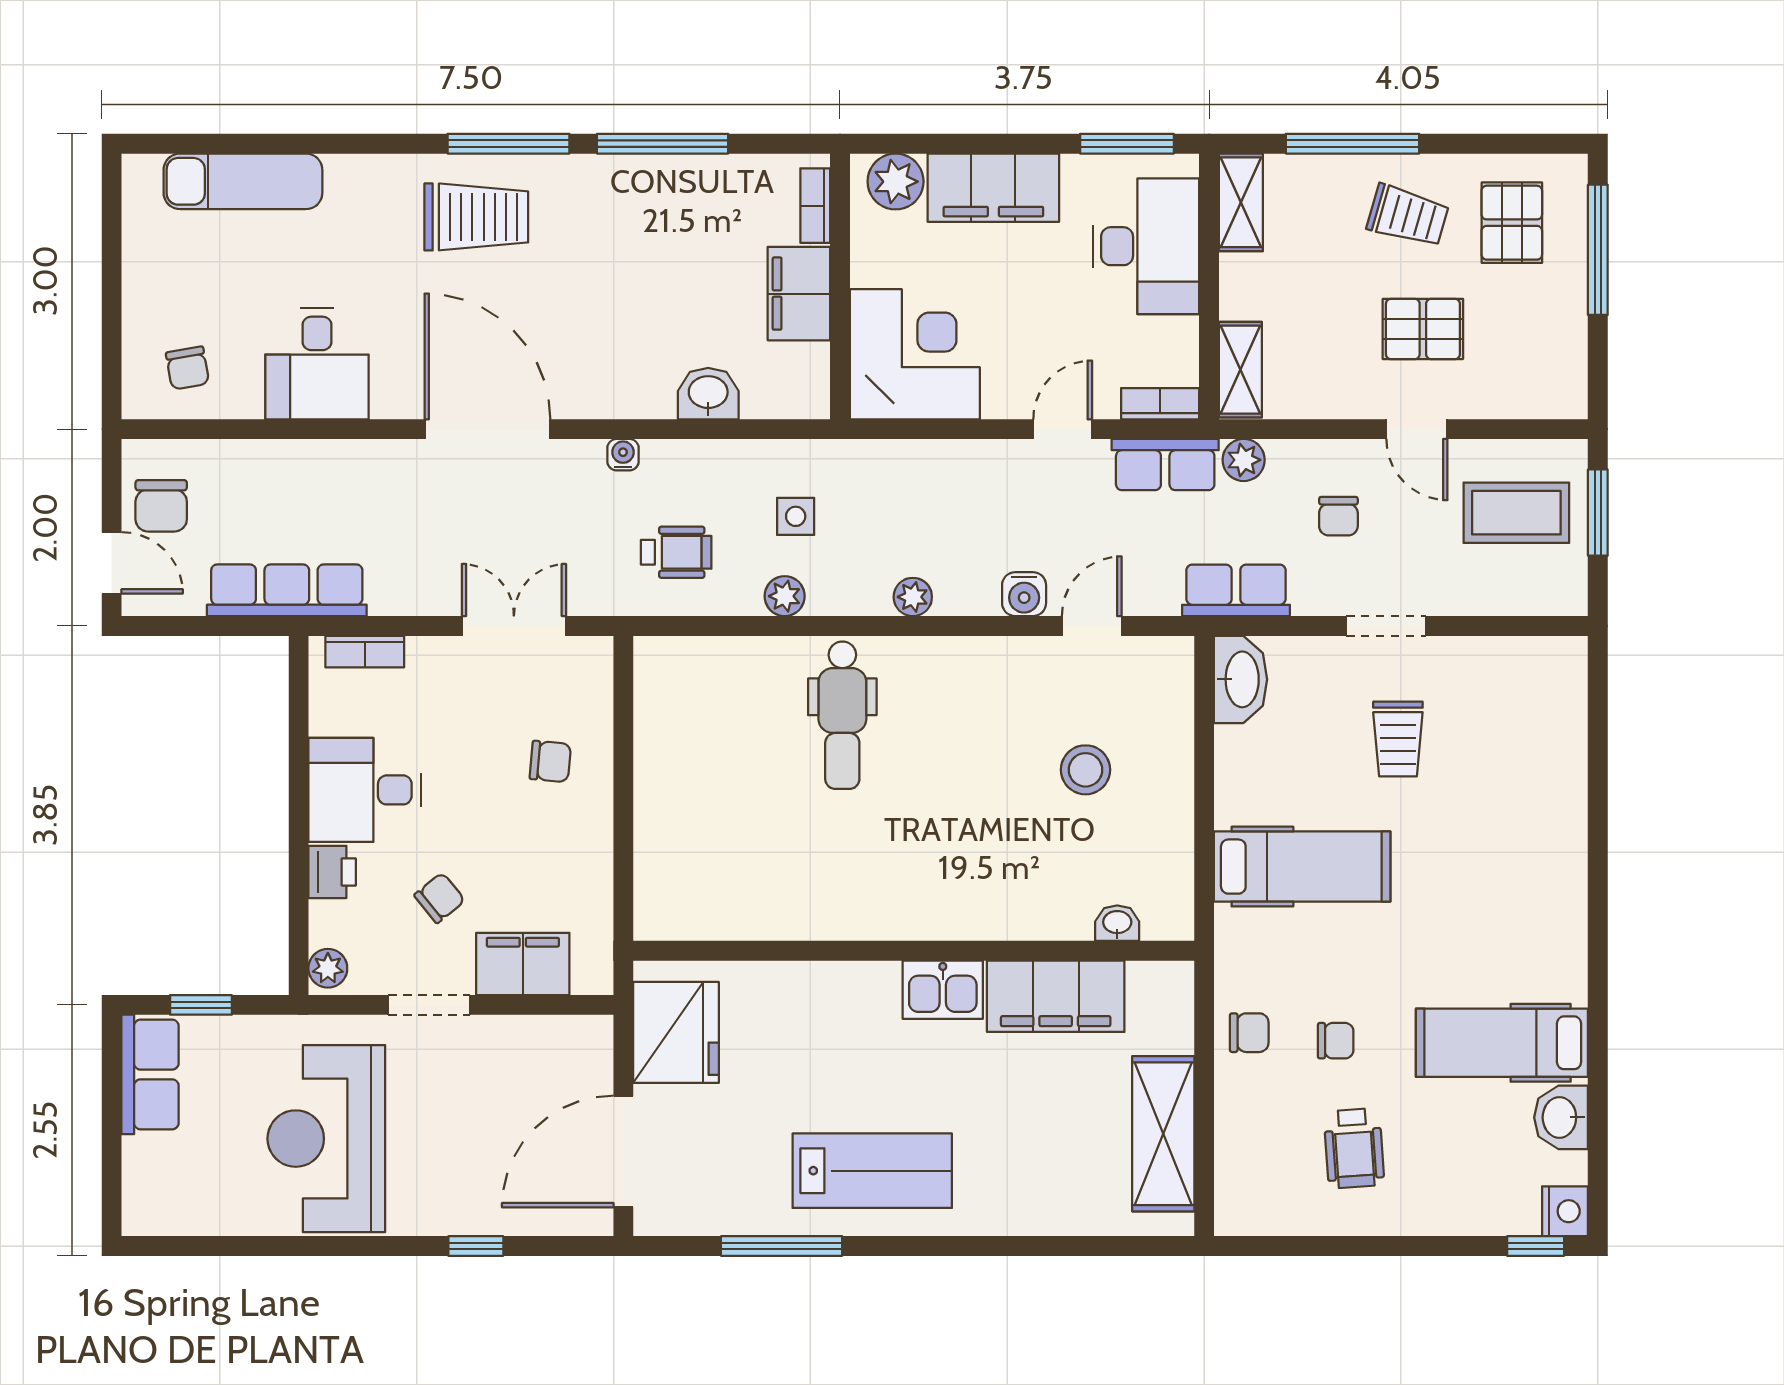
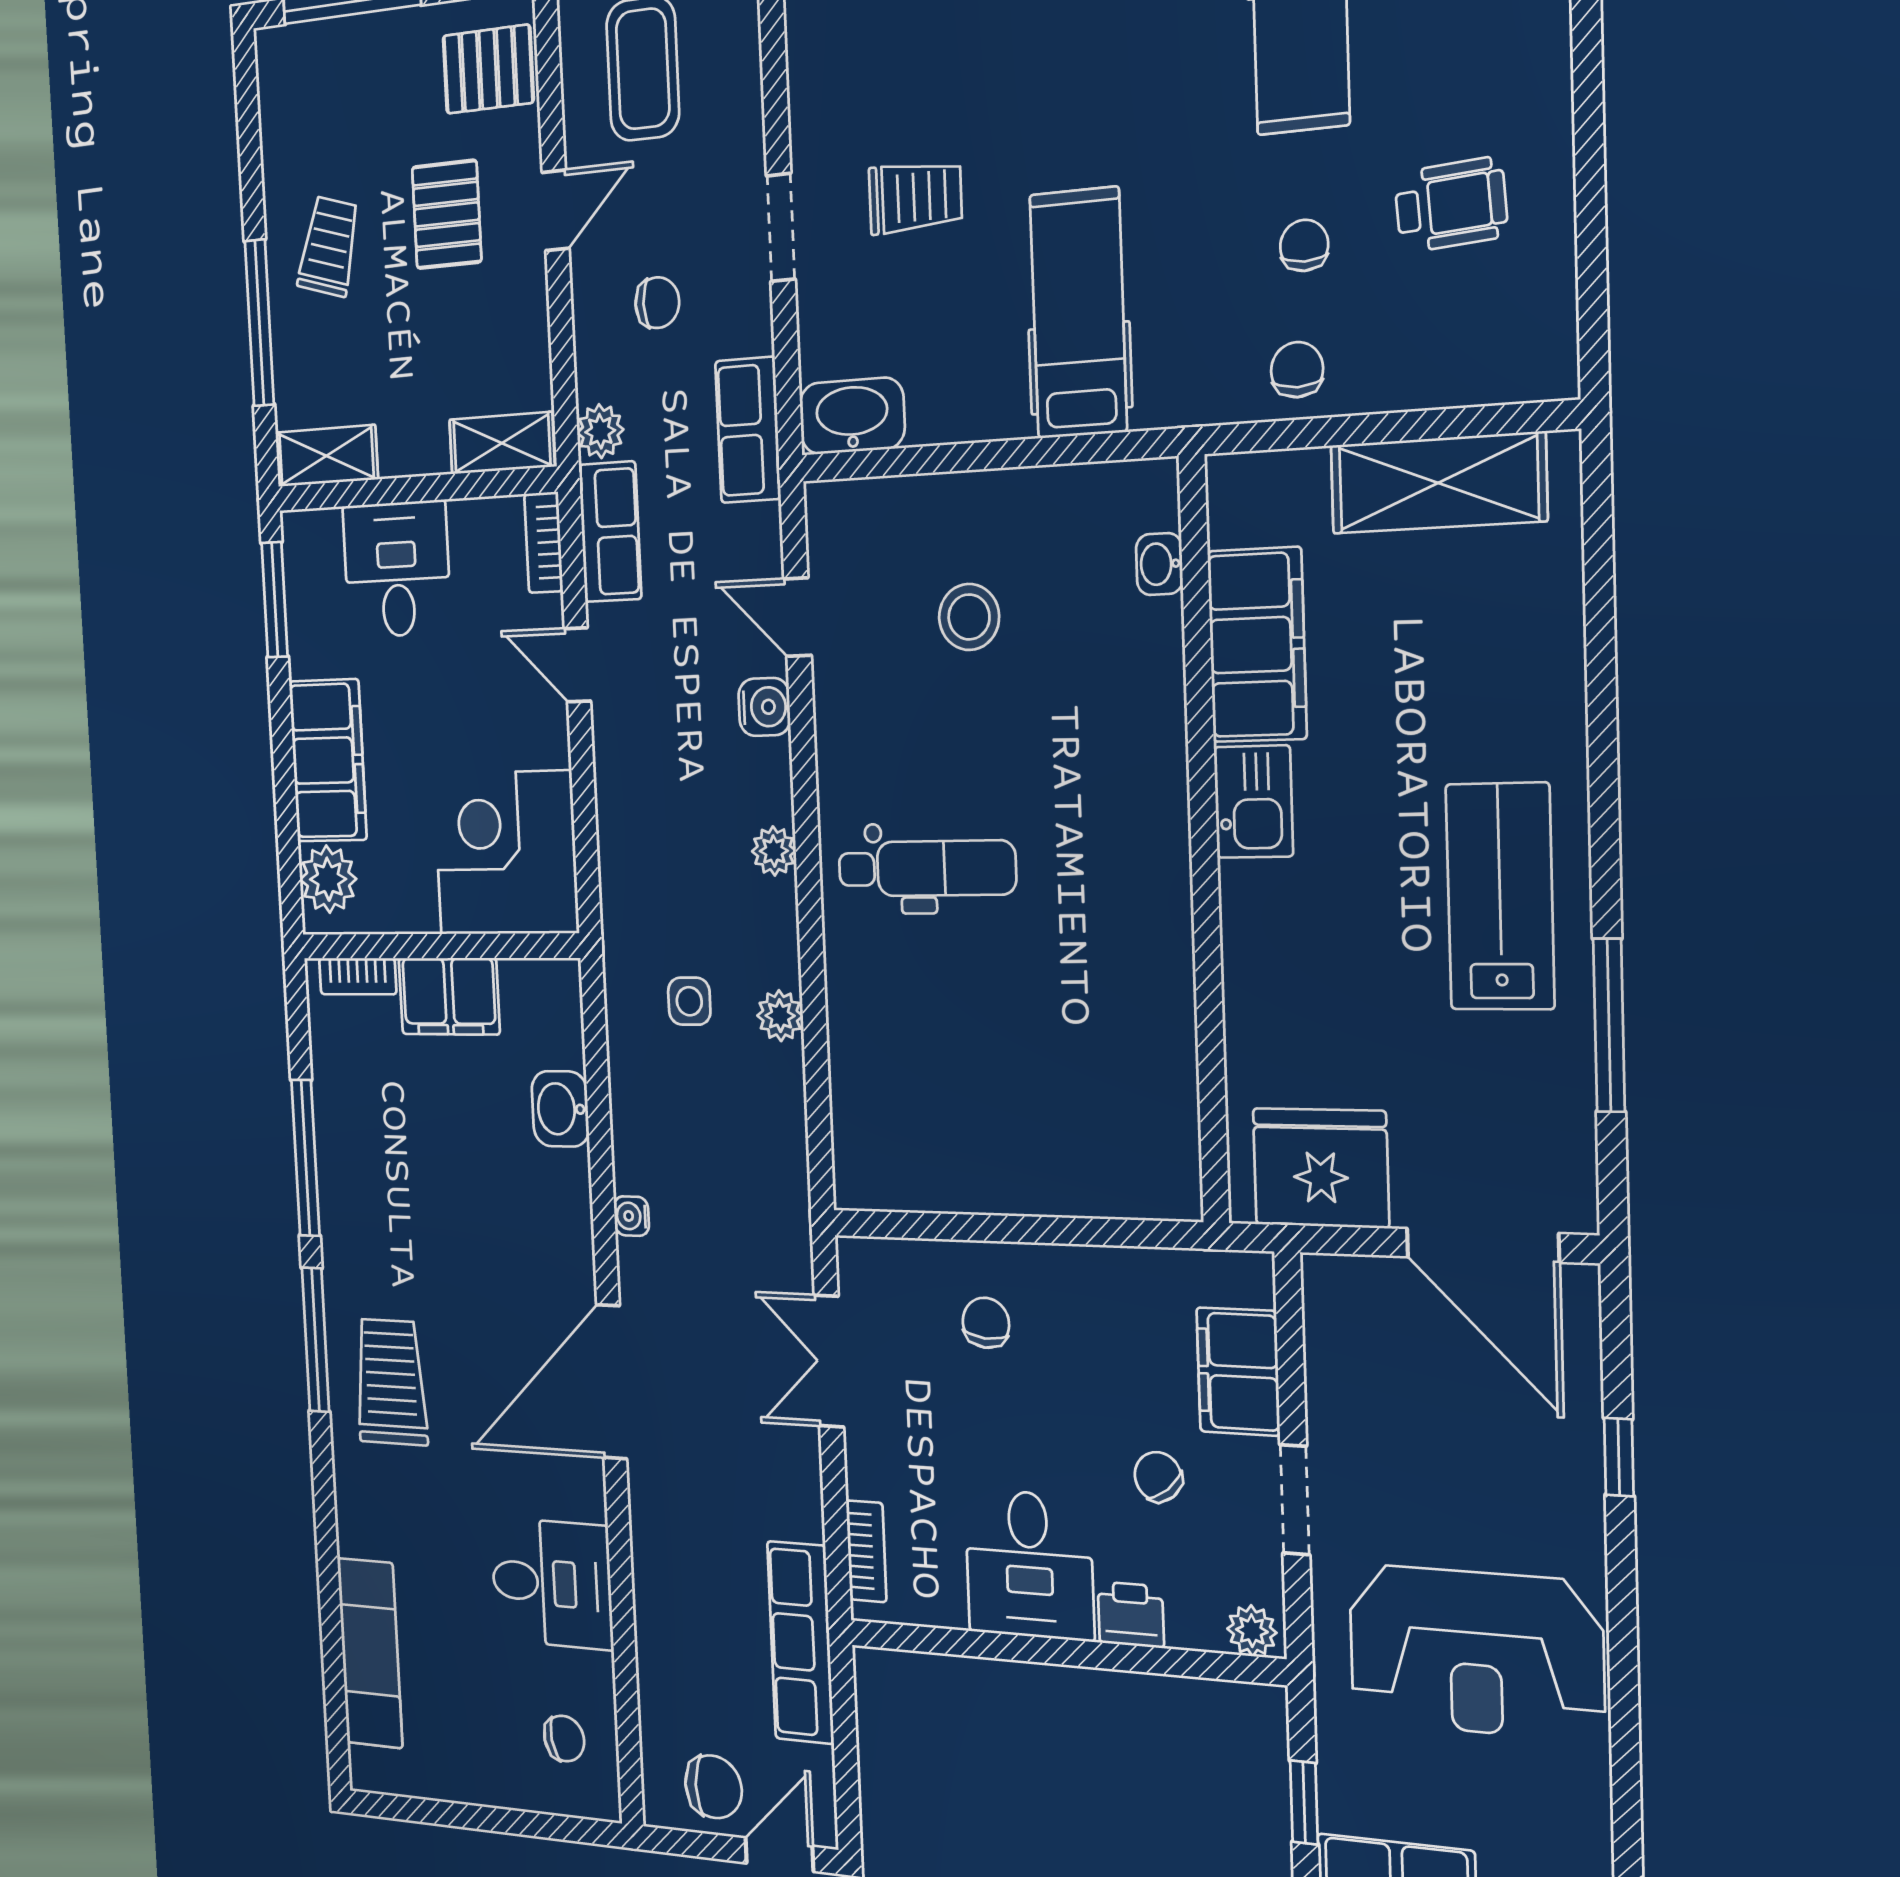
pallet: (1512, 223) -> (488, 69), moved
desk: (1146, 246) -> (397, 569), width x0.73
wheelchair: (676, 552) -> (736, 1153), removed
dental chair: (842, 715) -> (927, 868), moved

